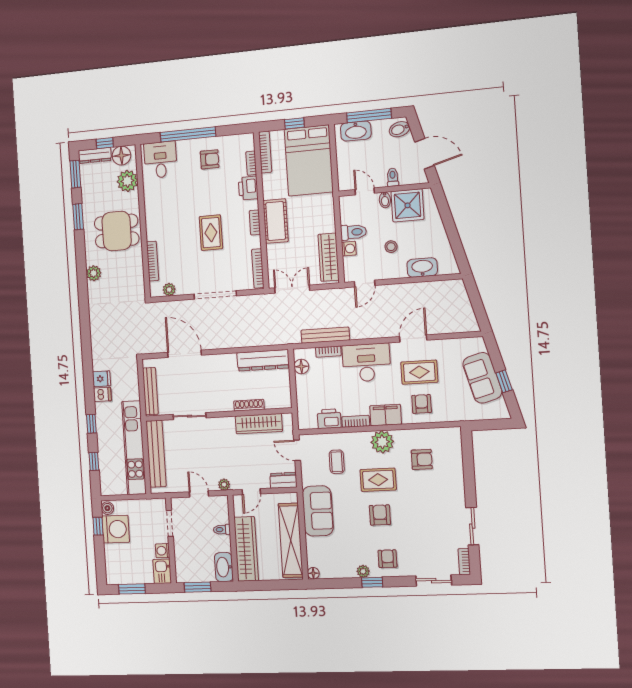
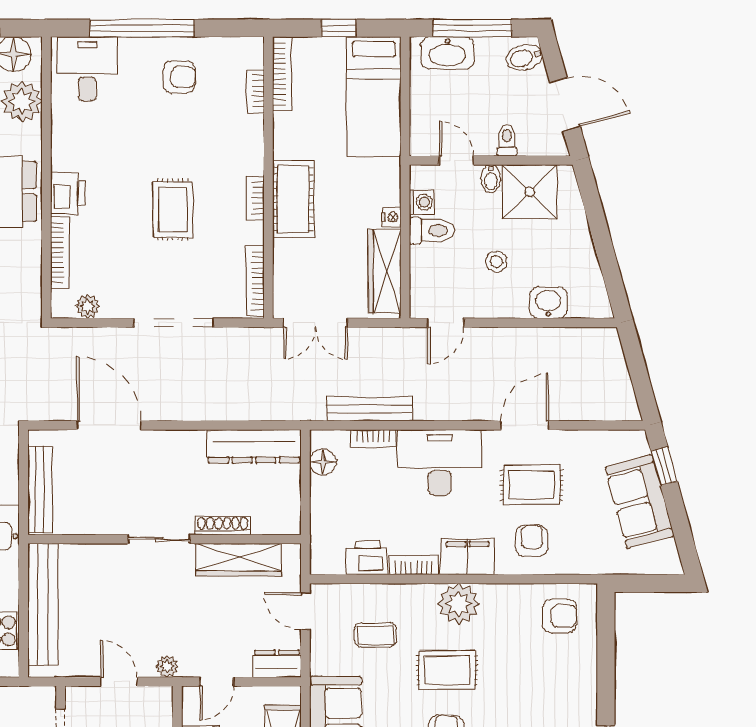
bed: (309, 160) -> (374, 97), width x0.67
printer: (248, 188) -> (68, 193), moved, turned 180
nightstand: (330, 226) -> (391, 217), added
washing machine: (349, 249) -> (422, 202), moved
washbasin: (422, 268) -> (548, 303), width x0.72
double door: (292, 289) -> (315, 323), swing flipped
window: (504, 381) -> (664, 466), moved
sliding door: (190, 416) -> (159, 539), moved
armchair: (422, 459) -> (560, 616), moved
coffee table: (337, 462) -> (375, 635), turned 90

